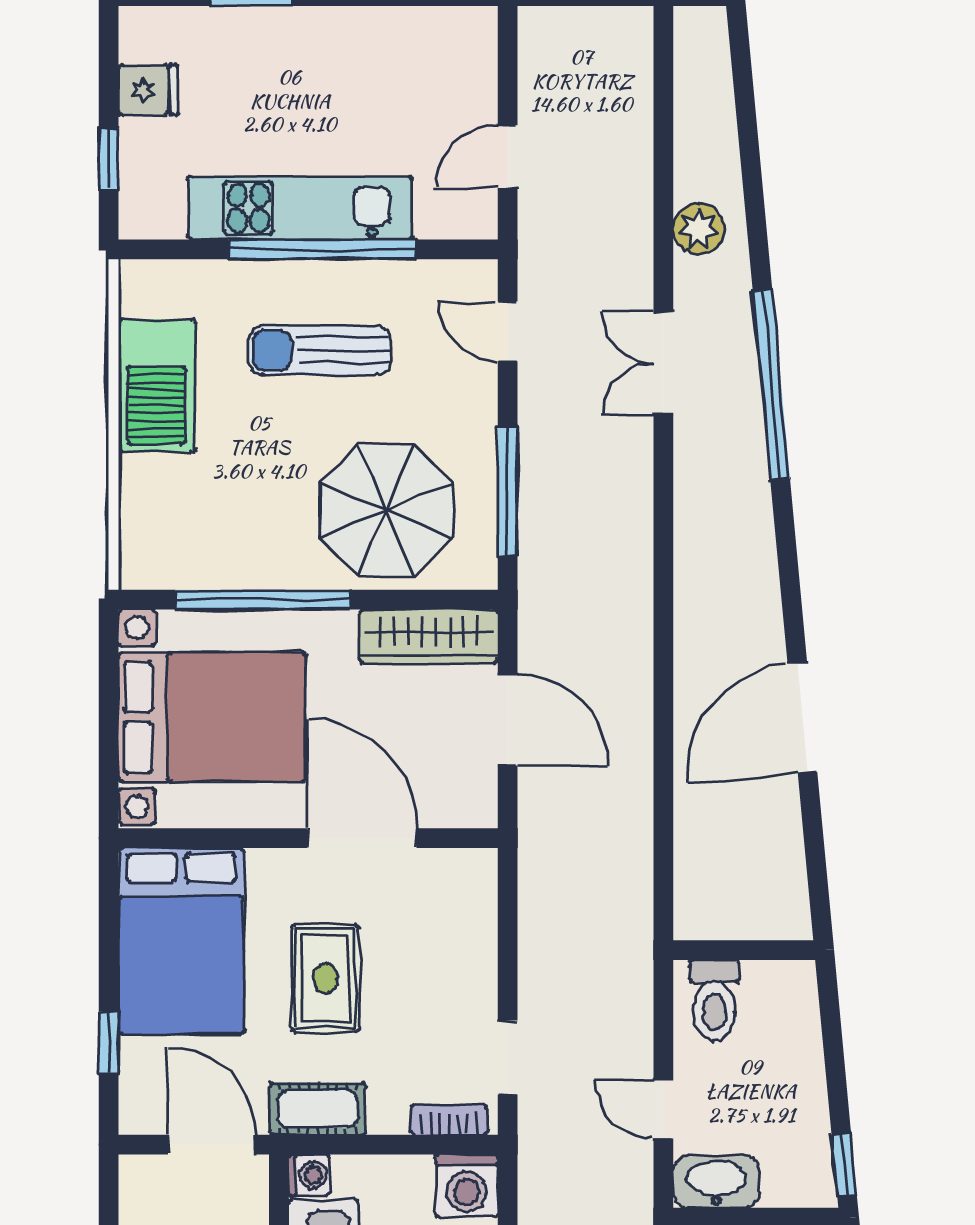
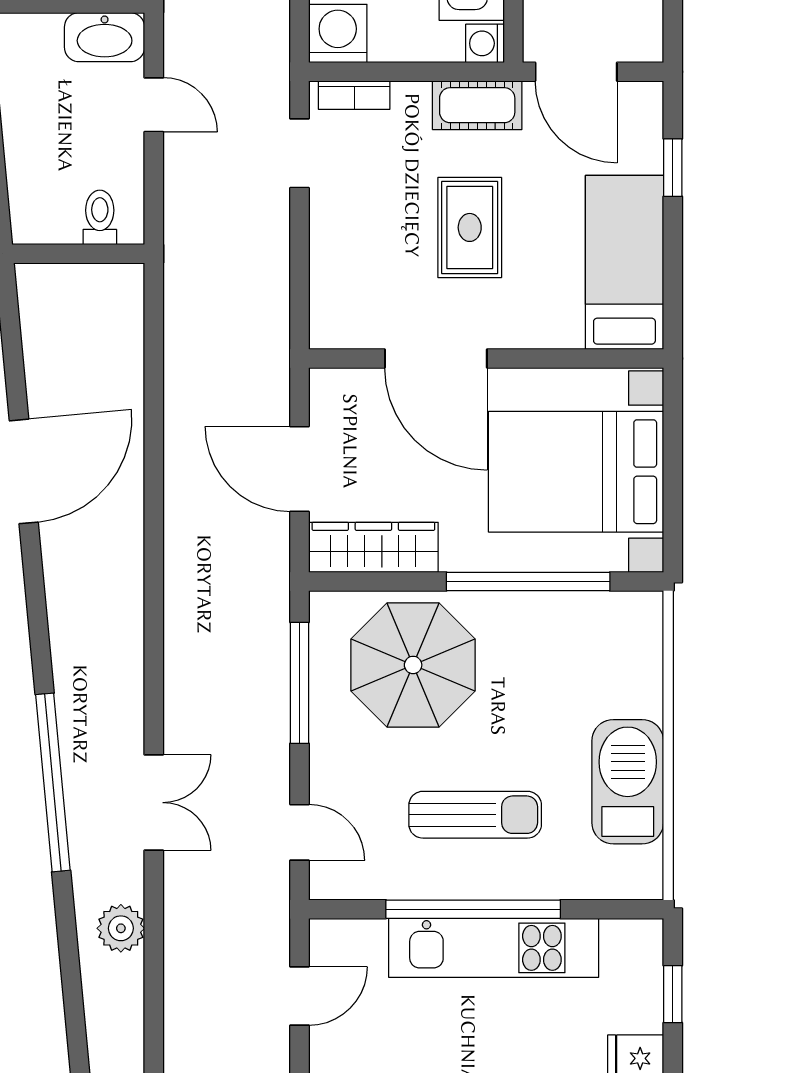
bed: (181, 941) -> (624, 262), width x0.67
toilet: (714, 1000) -> (100, 217), width x0.73, depth x0.72

